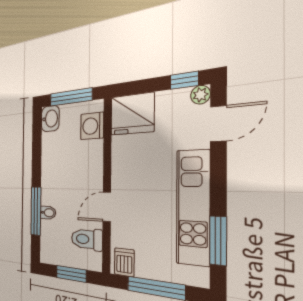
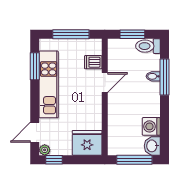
washing machine: (92, 126) -> (151, 126), moved, turned 180
toilet: (87, 239) -> (148, 46), moved, turned 180
dishwasher: (124, 262) -> (93, 62), moved, turned 90

